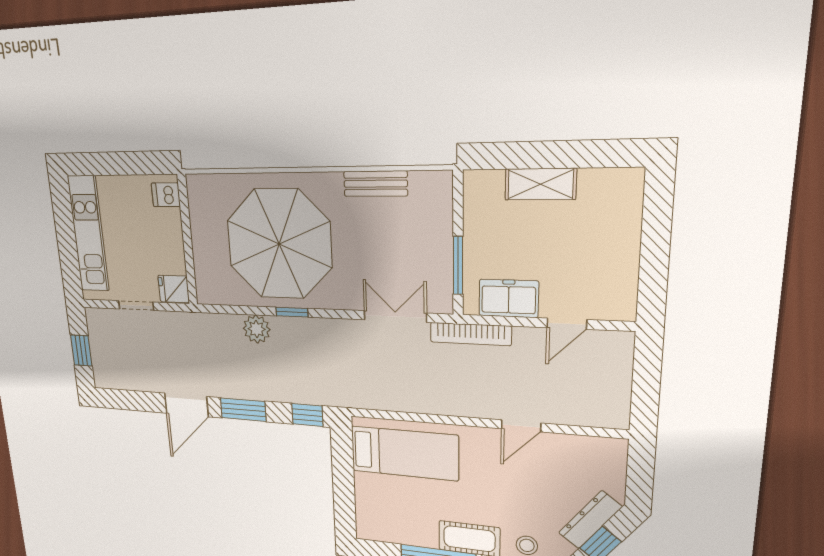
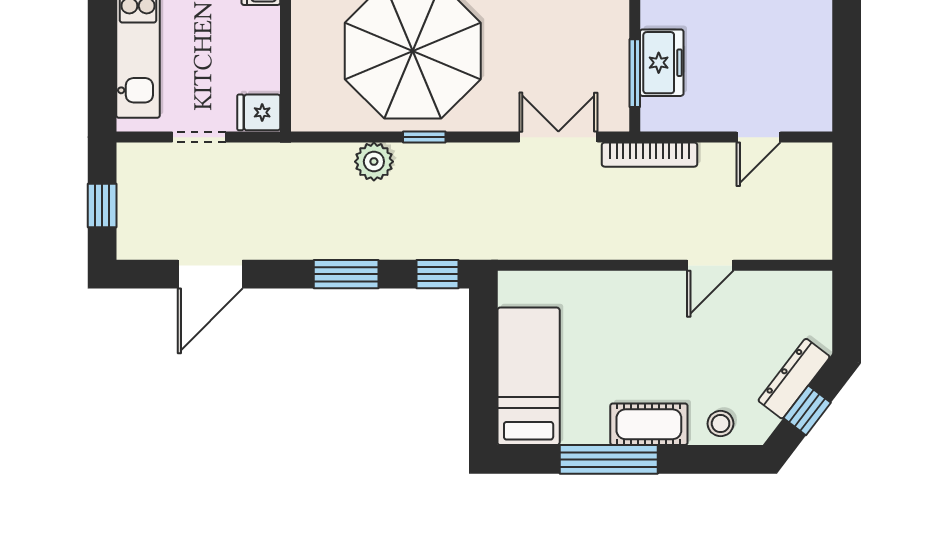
freezer: (509, 298) -> (662, 63), moved, turned 90
door: (186, 405) -> (210, 274), moved
bed: (404, 453) -> (529, 376), moved, turned -90

